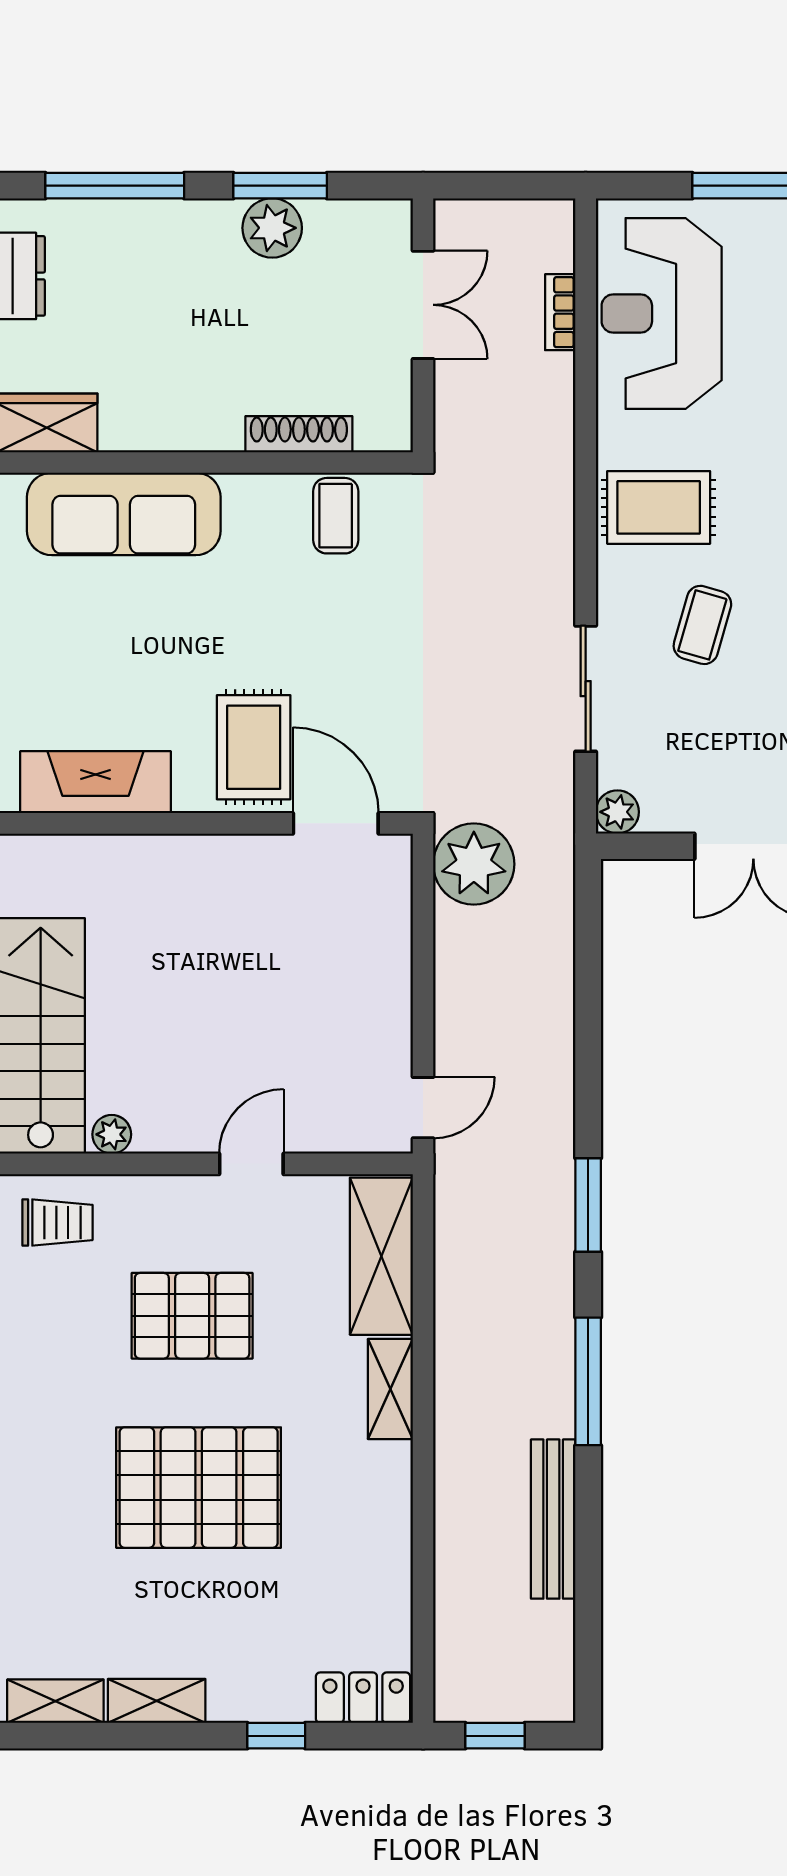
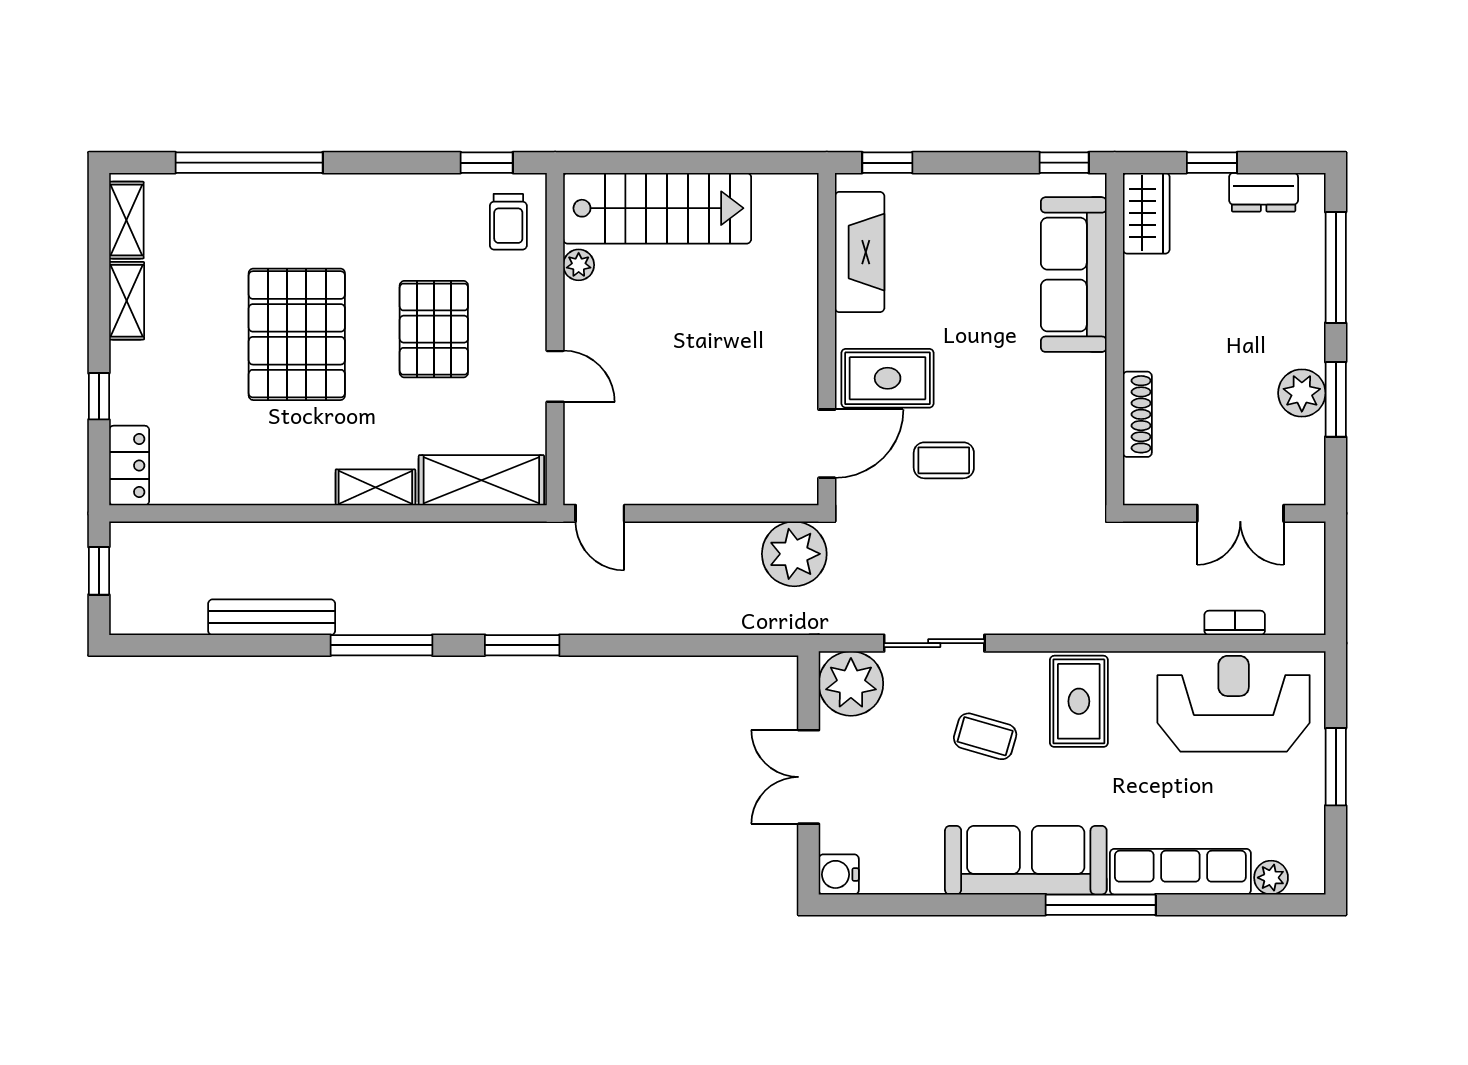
coffee table: (336, 516) -> (944, 460), moved
plant: (617, 812) -> (851, 684), width x1.88, depth x1.88

